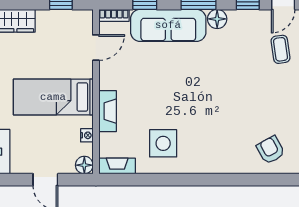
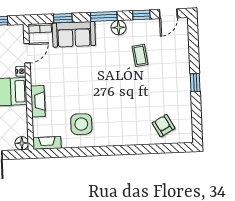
sofa: (168, 25) -> (74, 34), width x0.73
coffee table: (280, 49) -> (140, 55), moved
nightstand: (87, 135) -> (21, 71), moved

